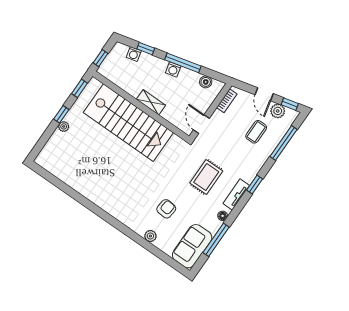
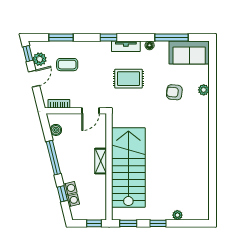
washing machine: (173, 69) -> (70, 188), moved
plant: (64, 126) -> (177, 215), moved
window: (284, 143) -> (61, 38), width x0.69

